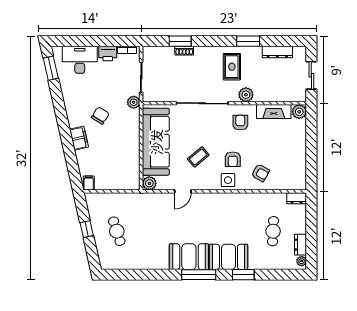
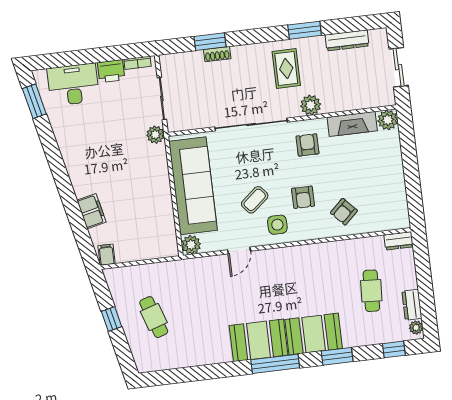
chair: (100, 116) -> (111, 159), removed
filing cabinet: (79, 138) -> (91, 211), moved
armchair: (260, 173) -> (344, 212), turned 108
side table: (228, 180) -> (277, 225), moved
window: (284, 275) -> (394, 349), added

